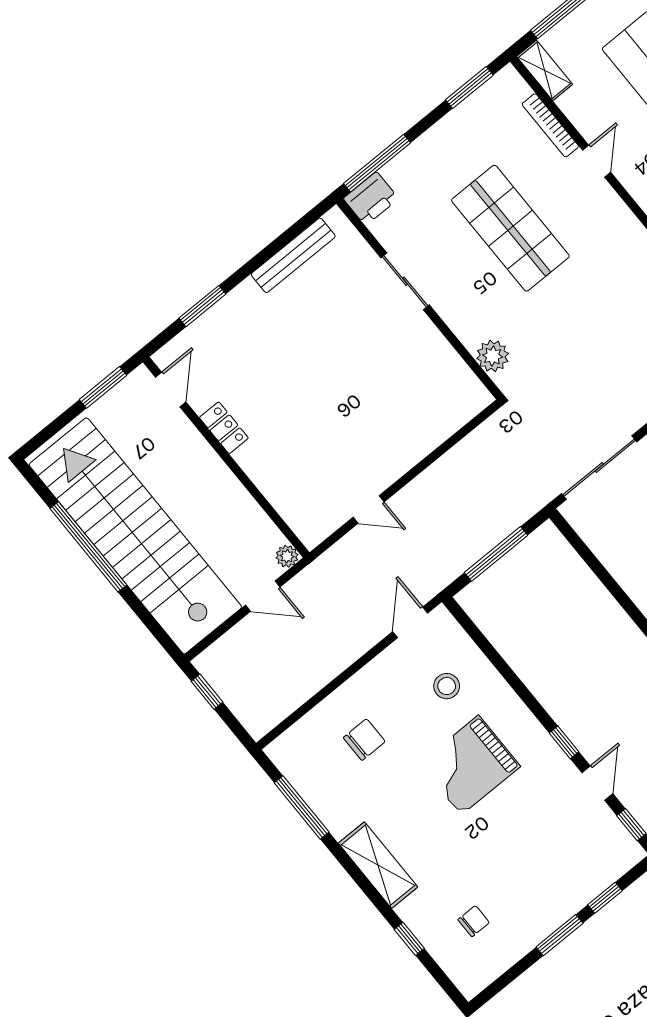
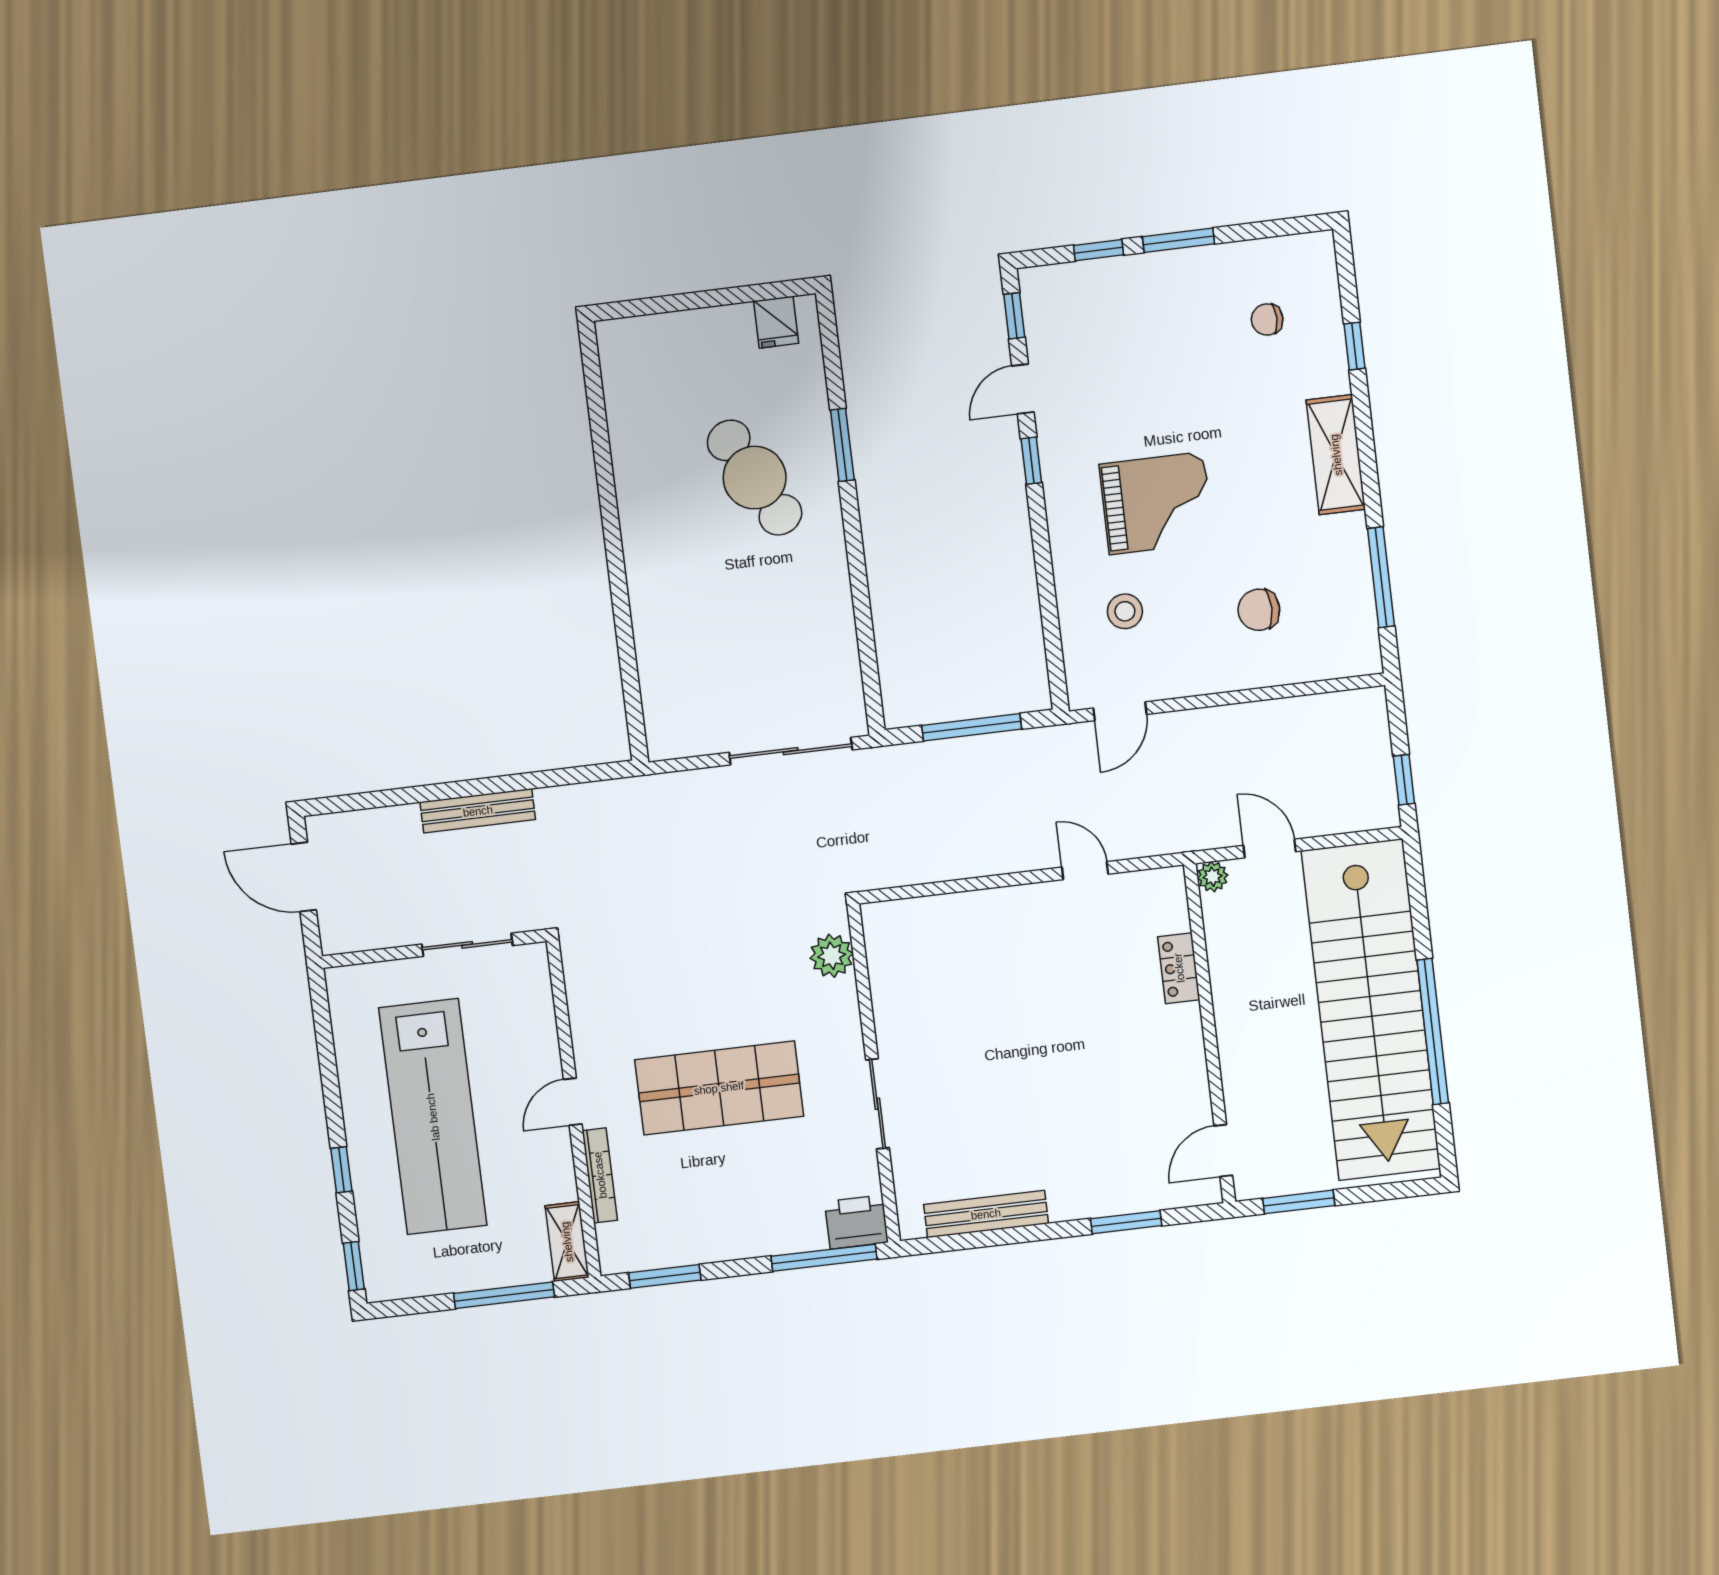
shop shelf: (510, 228) -> (719, 1088), turned 90
locker: (224, 428) -> (1179, 968), moved

